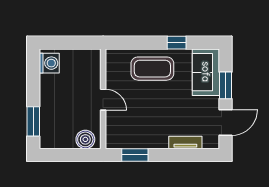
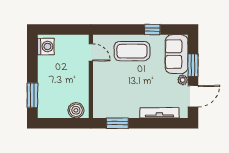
door: (103, 100) -> (91, 52), moved
plant: (213, 103) -> (183, 80), added
tv unit: (185, 142) -> (159, 113), width x1.41

